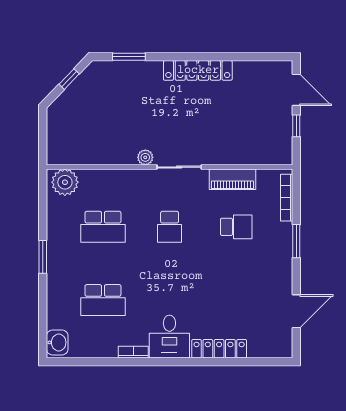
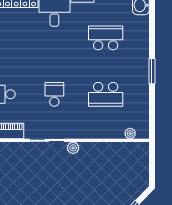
plant: (65, 182) -> (130, 133), width x0.53, depth x0.53
school desk: (103, 227) -> (106, 94), turned 180

